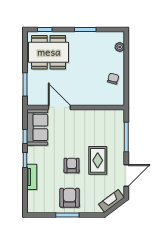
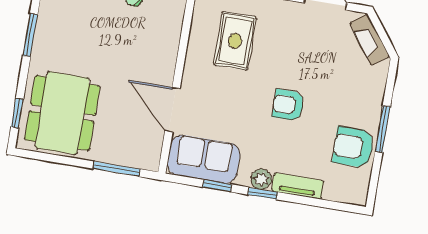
door: (59, 107) -> (172, 110), hinge flipped
plant: (32, 158) -> (261, 179), added
rug: (98, 160) -> (235, 41), moved, turned 90
armchair: (70, 198) -> (353, 147), moved

